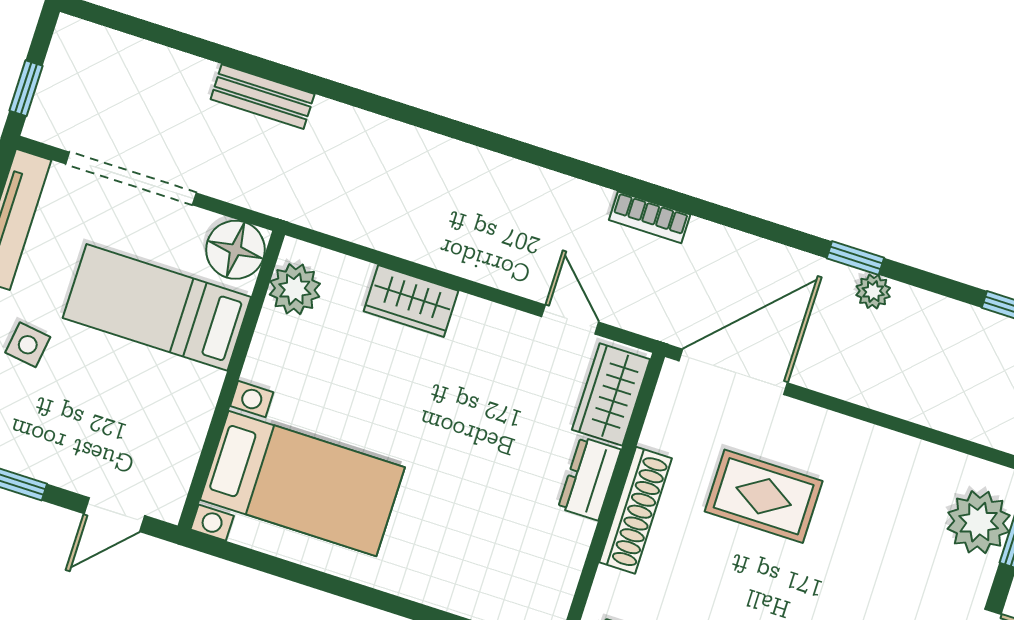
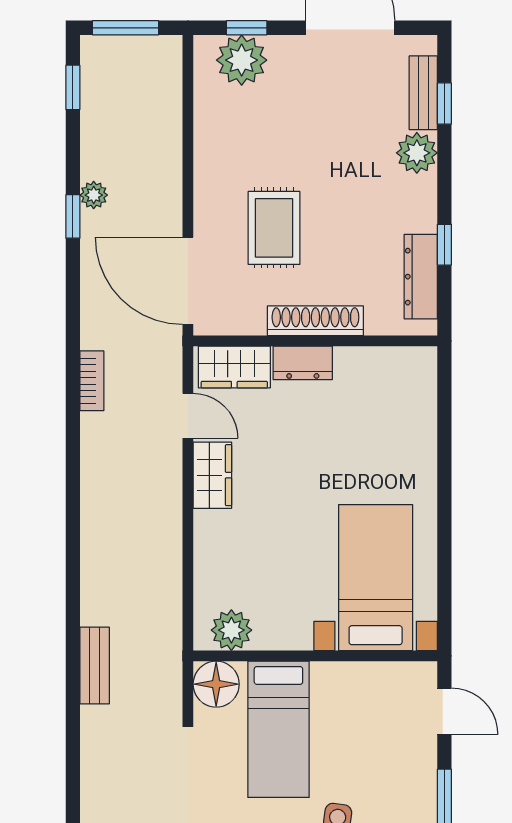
bench: (263, 97) -> (95, 666), moved
wardrobe: (411, 301) -> (212, 475), moved
door: (570, 319) -> (188, 416), swing flipped

